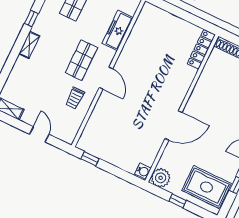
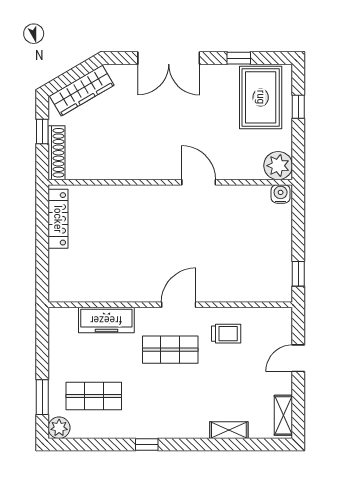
shelving: (29, 45) -> (229, 430), moved
locker: (201, 49) -> (58, 219), moved, turned -90
door: (174, 125) -> (199, 182), width x0.73
window: (178, 201) -> (298, 107), moved

